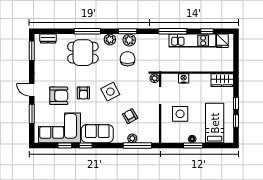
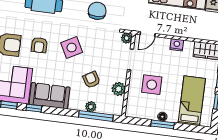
door: (171, 73) -> (148, 34), added
nightstand: (184, 78) -> (177, 45), moved
plant: (153, 121) -> (119, 89), added

